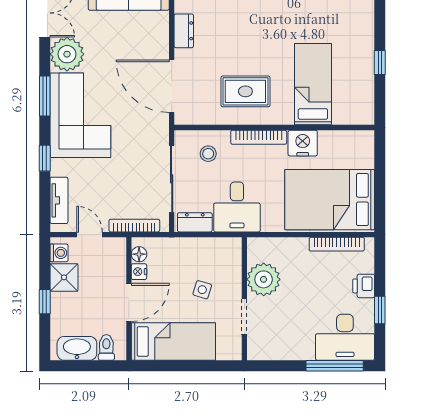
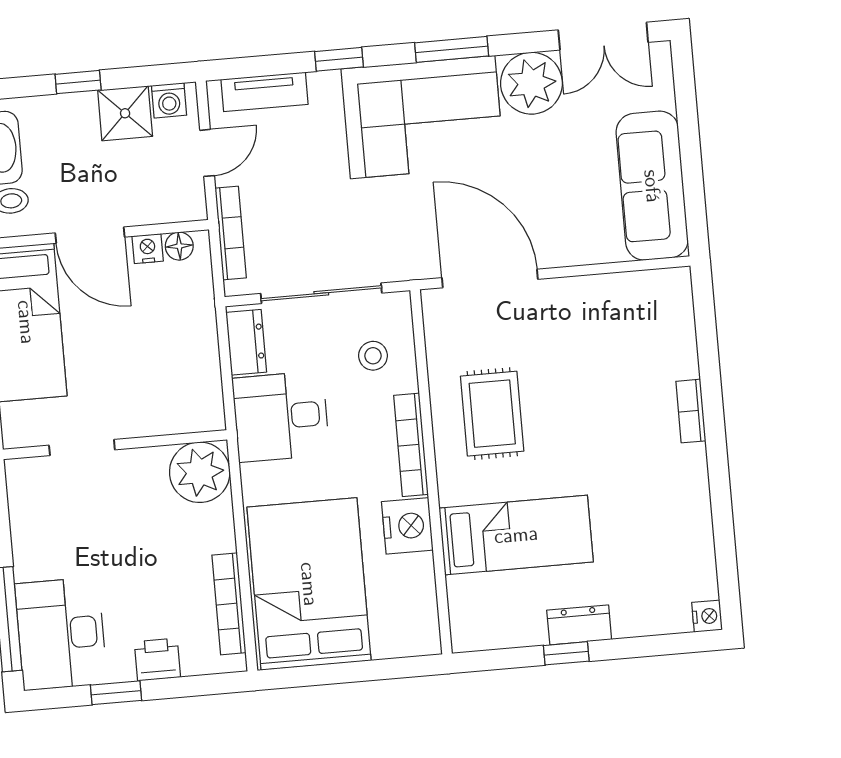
dresser: (184, 31) -> (579, 625), moved, turned 180
door: (172, 86) -> (490, 279), hinge flipped
plant: (264, 279) -> (200, 472), moved
side table: (202, 290) -> (125, 367), removed

